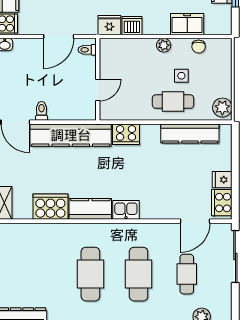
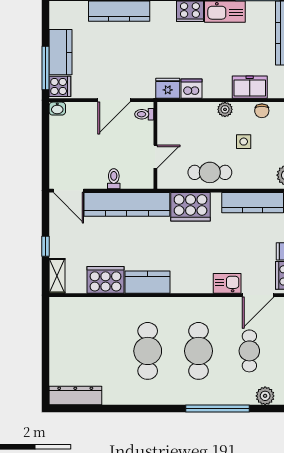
cafe table: (173, 102) -> (210, 172), moved
toilet: (42, 111) -> (114, 179), moved
cooker: (126, 134) -> (191, 207), width x1.37, depth x1.31
kitchen sink: (126, 210) -> (227, 283), moved

